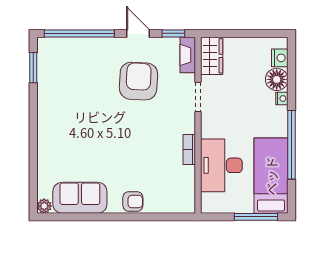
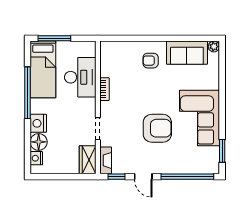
armchair: (138, 81) -> (157, 128), moved, turned -93
nightstand: (282, 98) -> (38, 123), width x1.89, depth x1.79
corner sofa: (63, 111) -> (200, 118), added
armchair: (133, 202) -> (151, 61), moved

